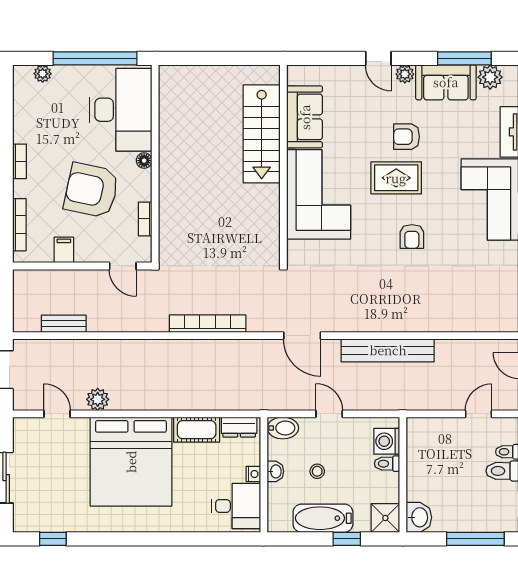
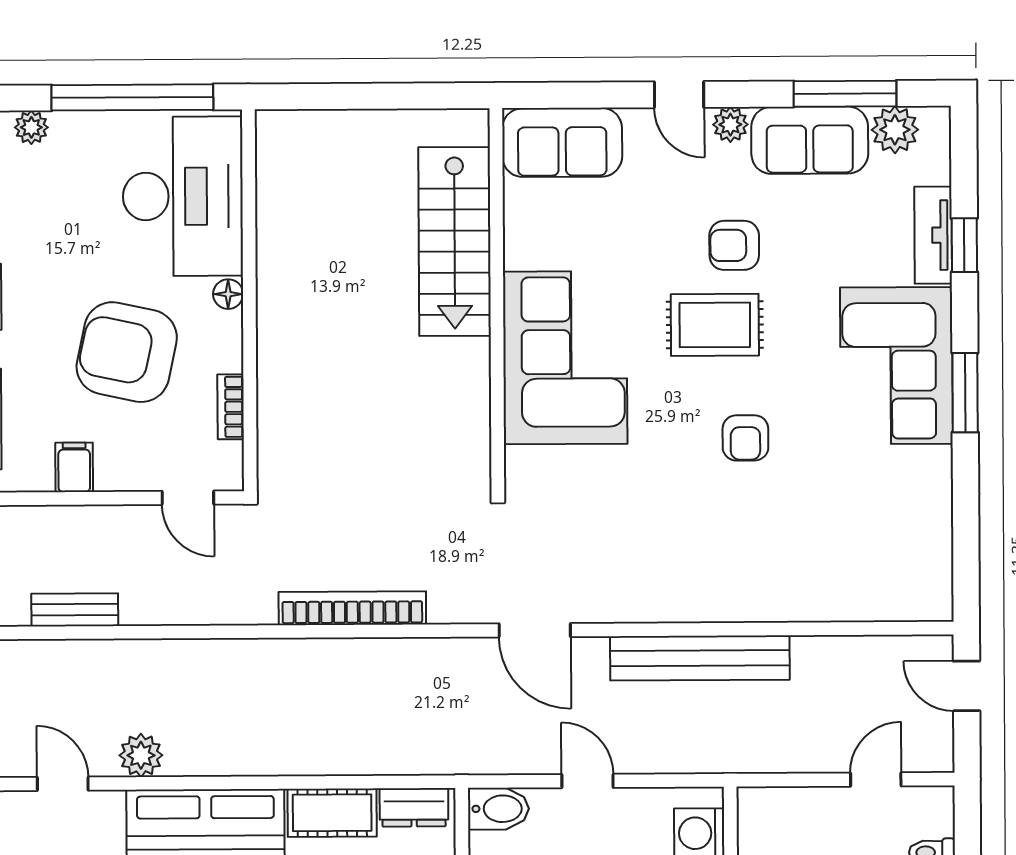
sofa: (305, 117) -> (562, 142), moved, turned 90

